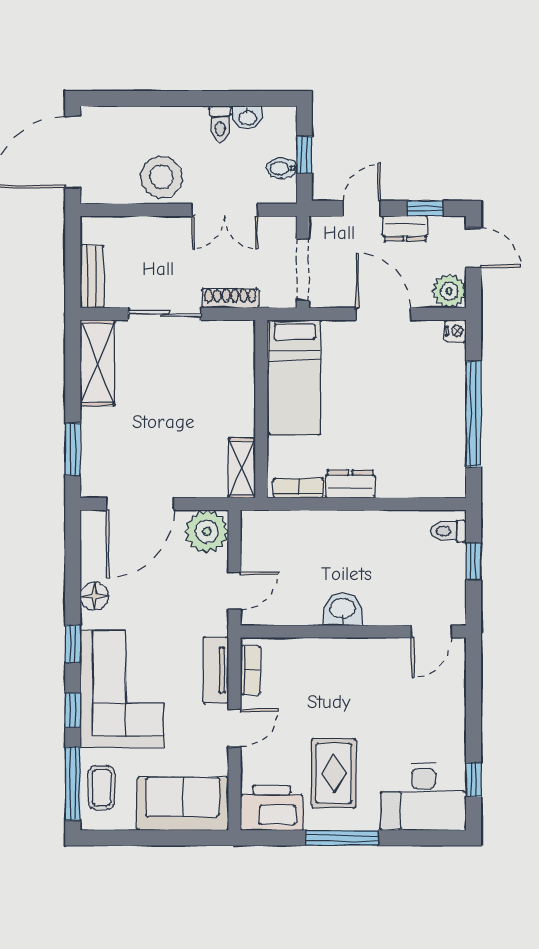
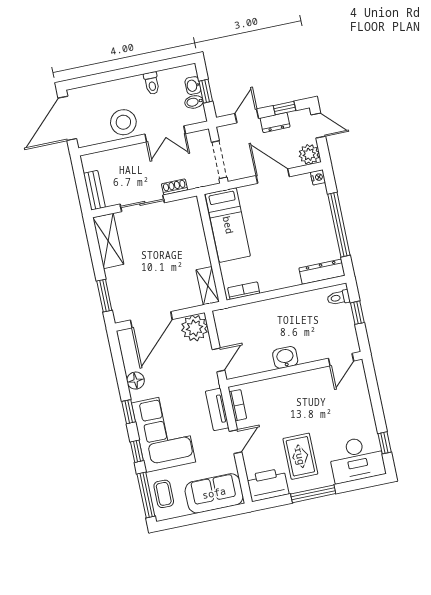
washbasin: (248, 117) -> (193, 86), moved, turned 90
shoe rack: (230, 298) -> (174, 187), width x0.70
dresser: (350, 484) -> (322, 272), moved, width x1.44

